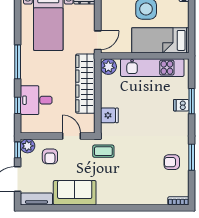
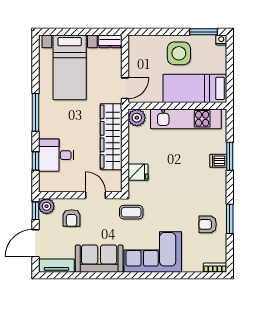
corner sofa: (123, 187) -> (153, 252), added

